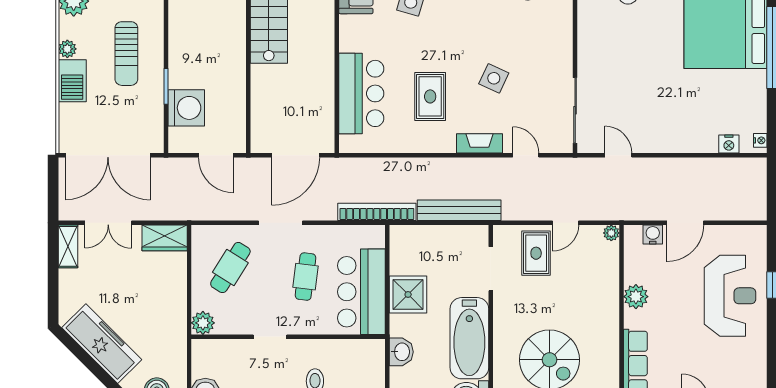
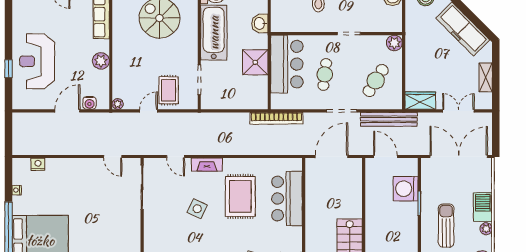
rug: (430, 96) -> (240, 196), width x1.36, depth x1.43
nightstand: (760, 140) -> (17, 190), moved
bench: (459, 210) -> (389, 119), moved
shelving: (68, 246) -> (486, 77), moved

